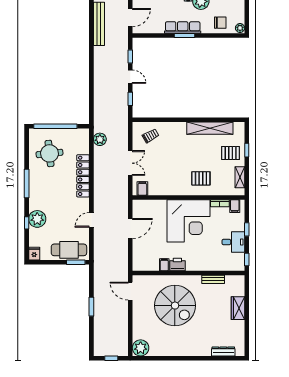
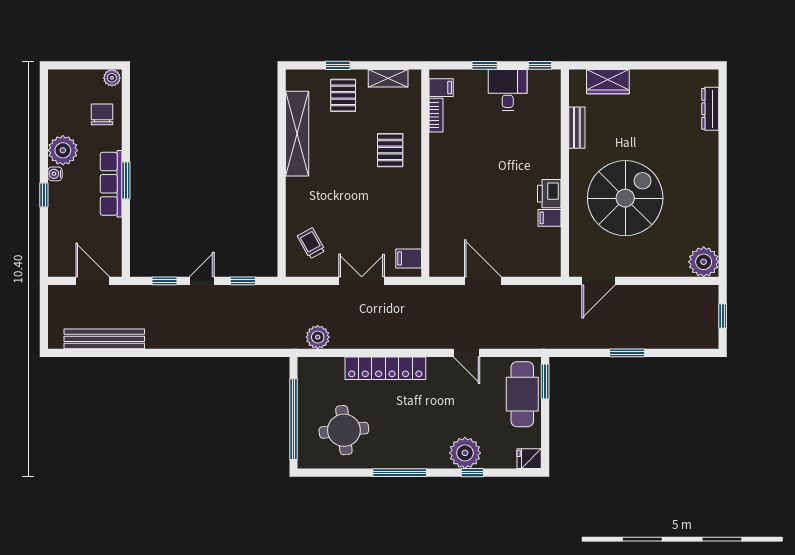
corner desk: (188, 221) -> (469, 173), removed
wardrobe: (238, 308) -> (608, 82), moved

